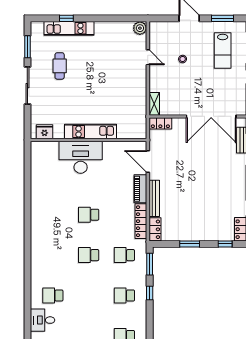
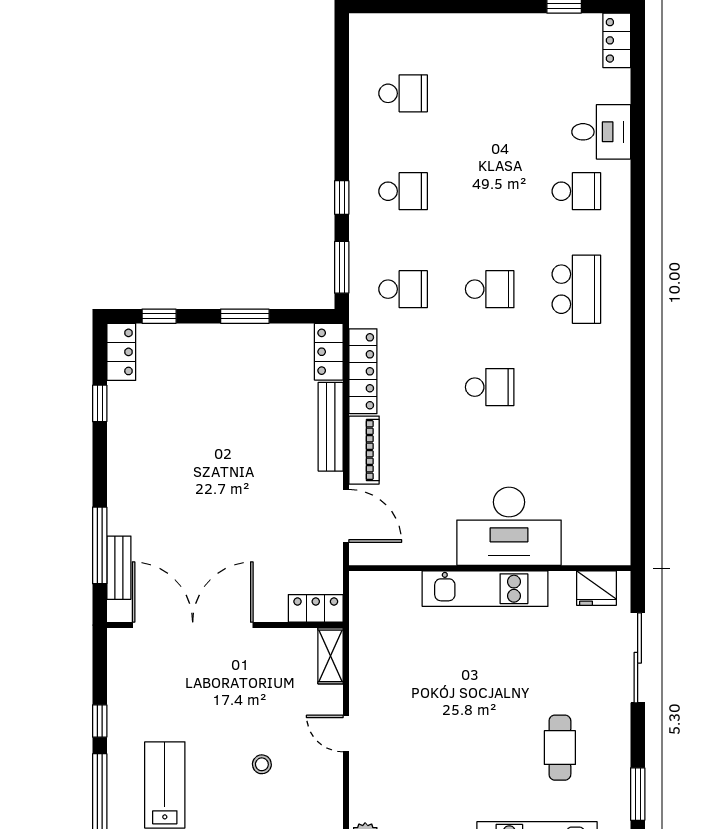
door: (148, 57) -> (346, 733), moved
sliding door: (27, 86) -> (638, 658), moved
school desk: (53, 255) -> (576, 289), added

